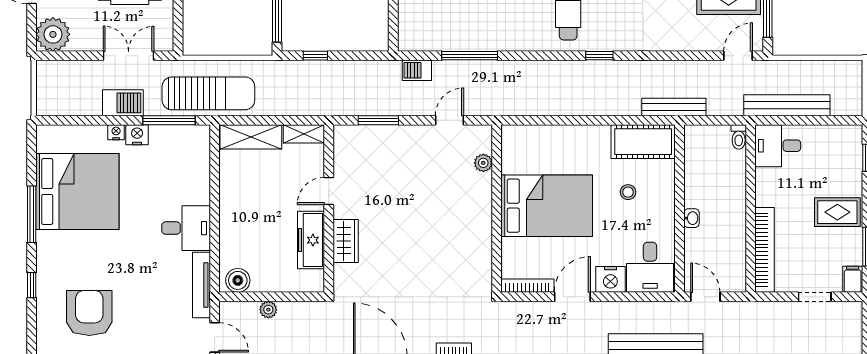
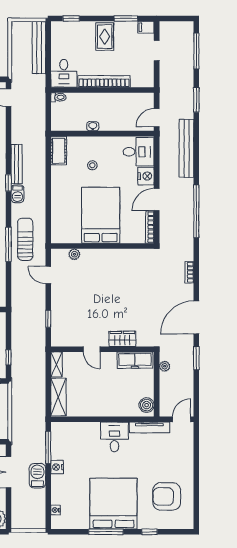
window: (470, 56) -> (8, 244), moved
barbecue: (417, 70) -> (17, 194), moved
sun lounger: (208, 93) -> (25, 239), moved, width x0.73, depth x0.75
bench: (787, 105) -> (39, 48), moved
bench: (674, 107) -> (17, 164), moved
window: (378, 120) -> (48, 319), width x0.67
nightstand: (116, 132) -> (56, 510), moved
cot: (643, 142) -> (59, 151), width x0.73, depth x0.75
bed: (77, 191) -> (113, 504), moved
washbasin: (692, 218) -> (93, 126), moved
freezer: (311, 240) -> (135, 360), moved
bookcase: (765, 250) -> (104, 81), moved
door: (572, 297) -> (157, 200), hinge flipped
plant: (268, 310) -> (165, 366), moved

